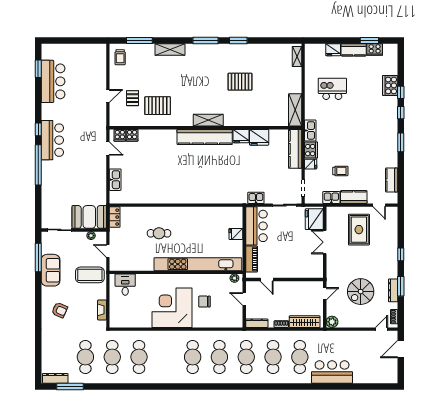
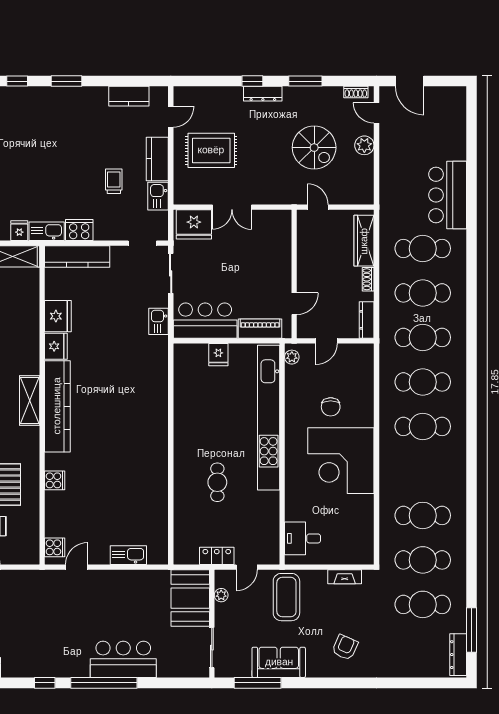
cooker: (132, 135) -> (55, 480), moved
bar counter: (52, 140) -> (123, 659), moved
fridge: (311, 164) -> (19, 231), moved
locker: (115, 217) -> (217, 556), moved
dresser: (393, 290) -> (263, 94), moved
plant: (332, 322) -> (364, 145), moved

